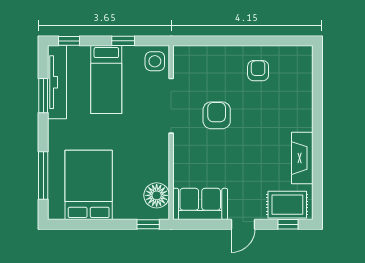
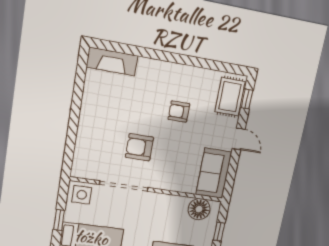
armchair: (258, 71) -> (179, 112), moved
fireplace: (302, 158) -> (112, 61), moved
window: (148, 224) -> (219, 232), moved

